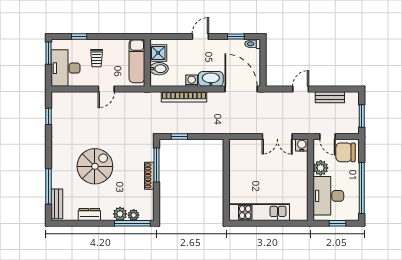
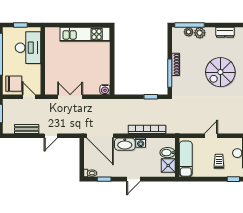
water cooler: (302, 145) -> (105, 90), moved
plant: (321, 168) -> (34, 71), removed

